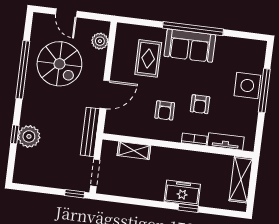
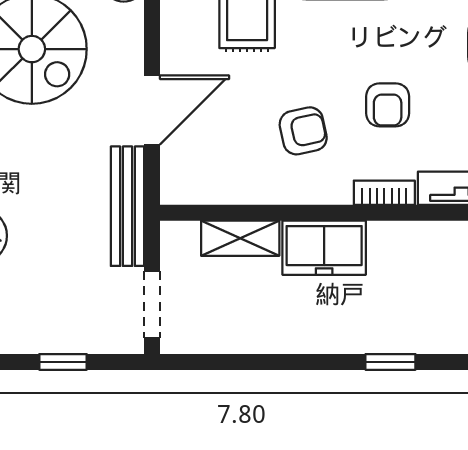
armchair: (165, 110) -> (303, 131), turned -102
freezer: (182, 193) -> (324, 248), moved, turned 180
window: (75, 194) -> (63, 362), moved

